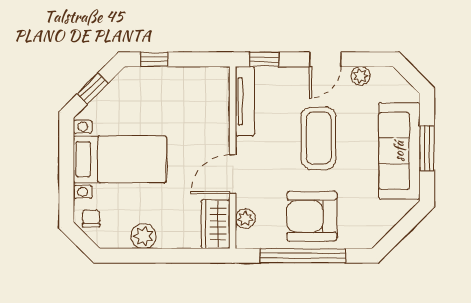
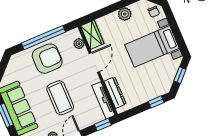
dresser: (219, 106) -> (115, 93), added

